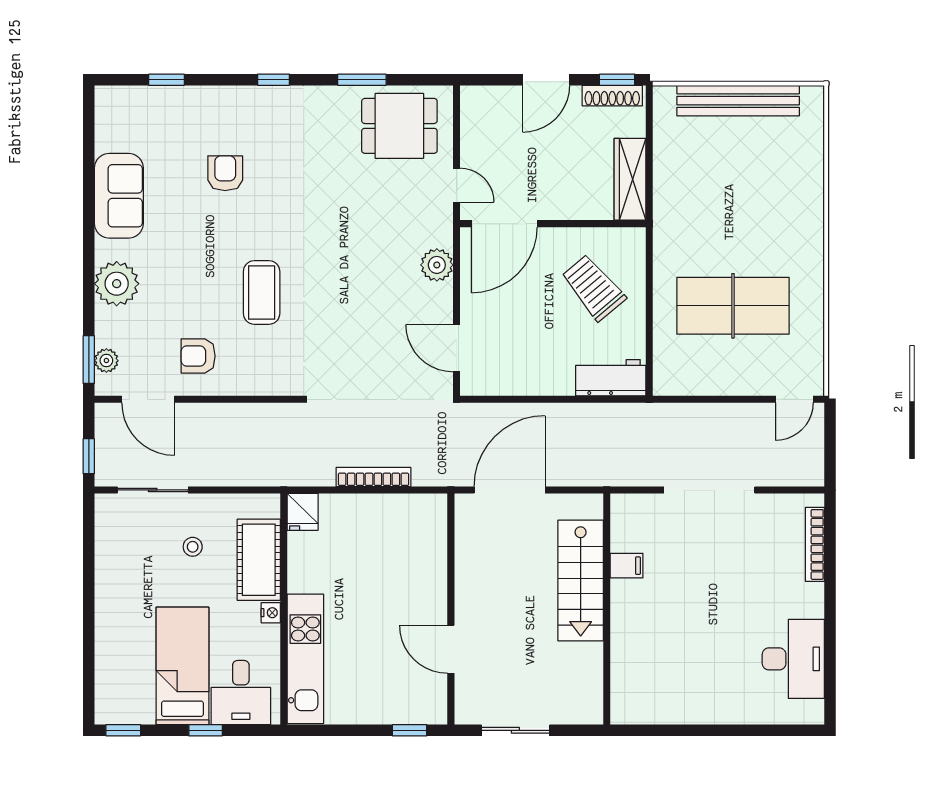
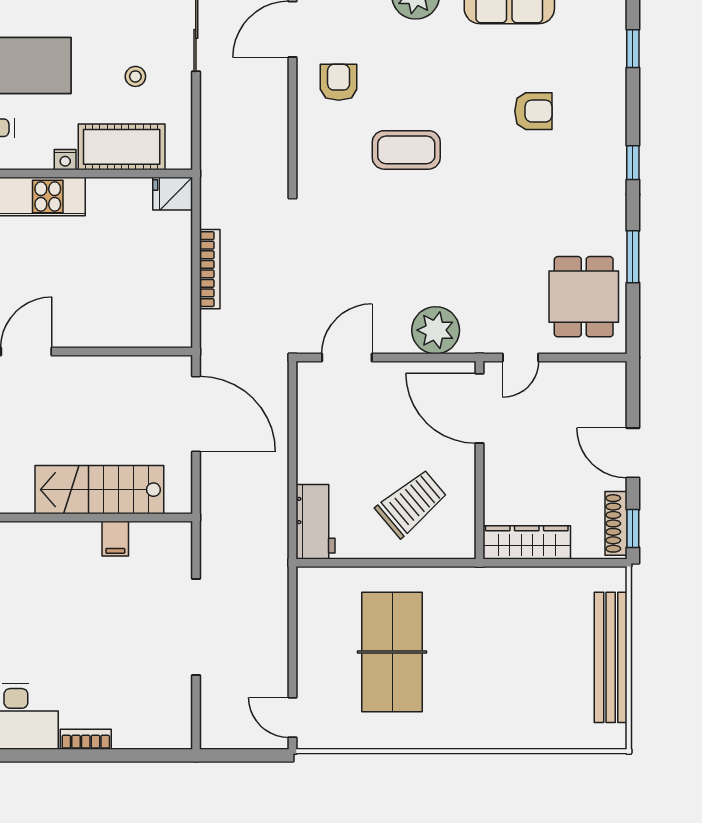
plant: (437, 265) -> (436, 330), width x1.36, depth x1.36
bookcase: (815, 544) -> (86, 739), moved, width x0.64

